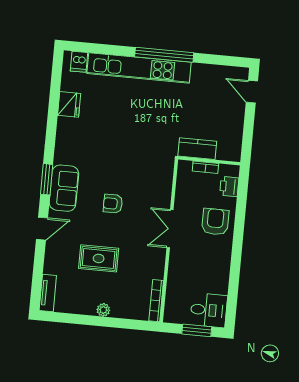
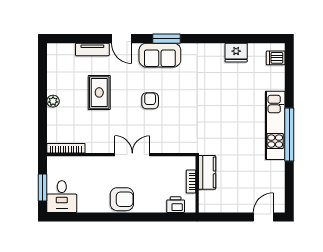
kitchen unit: (139, 68) -> (275, 125), width x0.73
armchair: (215, 222) -> (122, 199), moved
tv unit: (48, 293) -> (92, 49), moved

